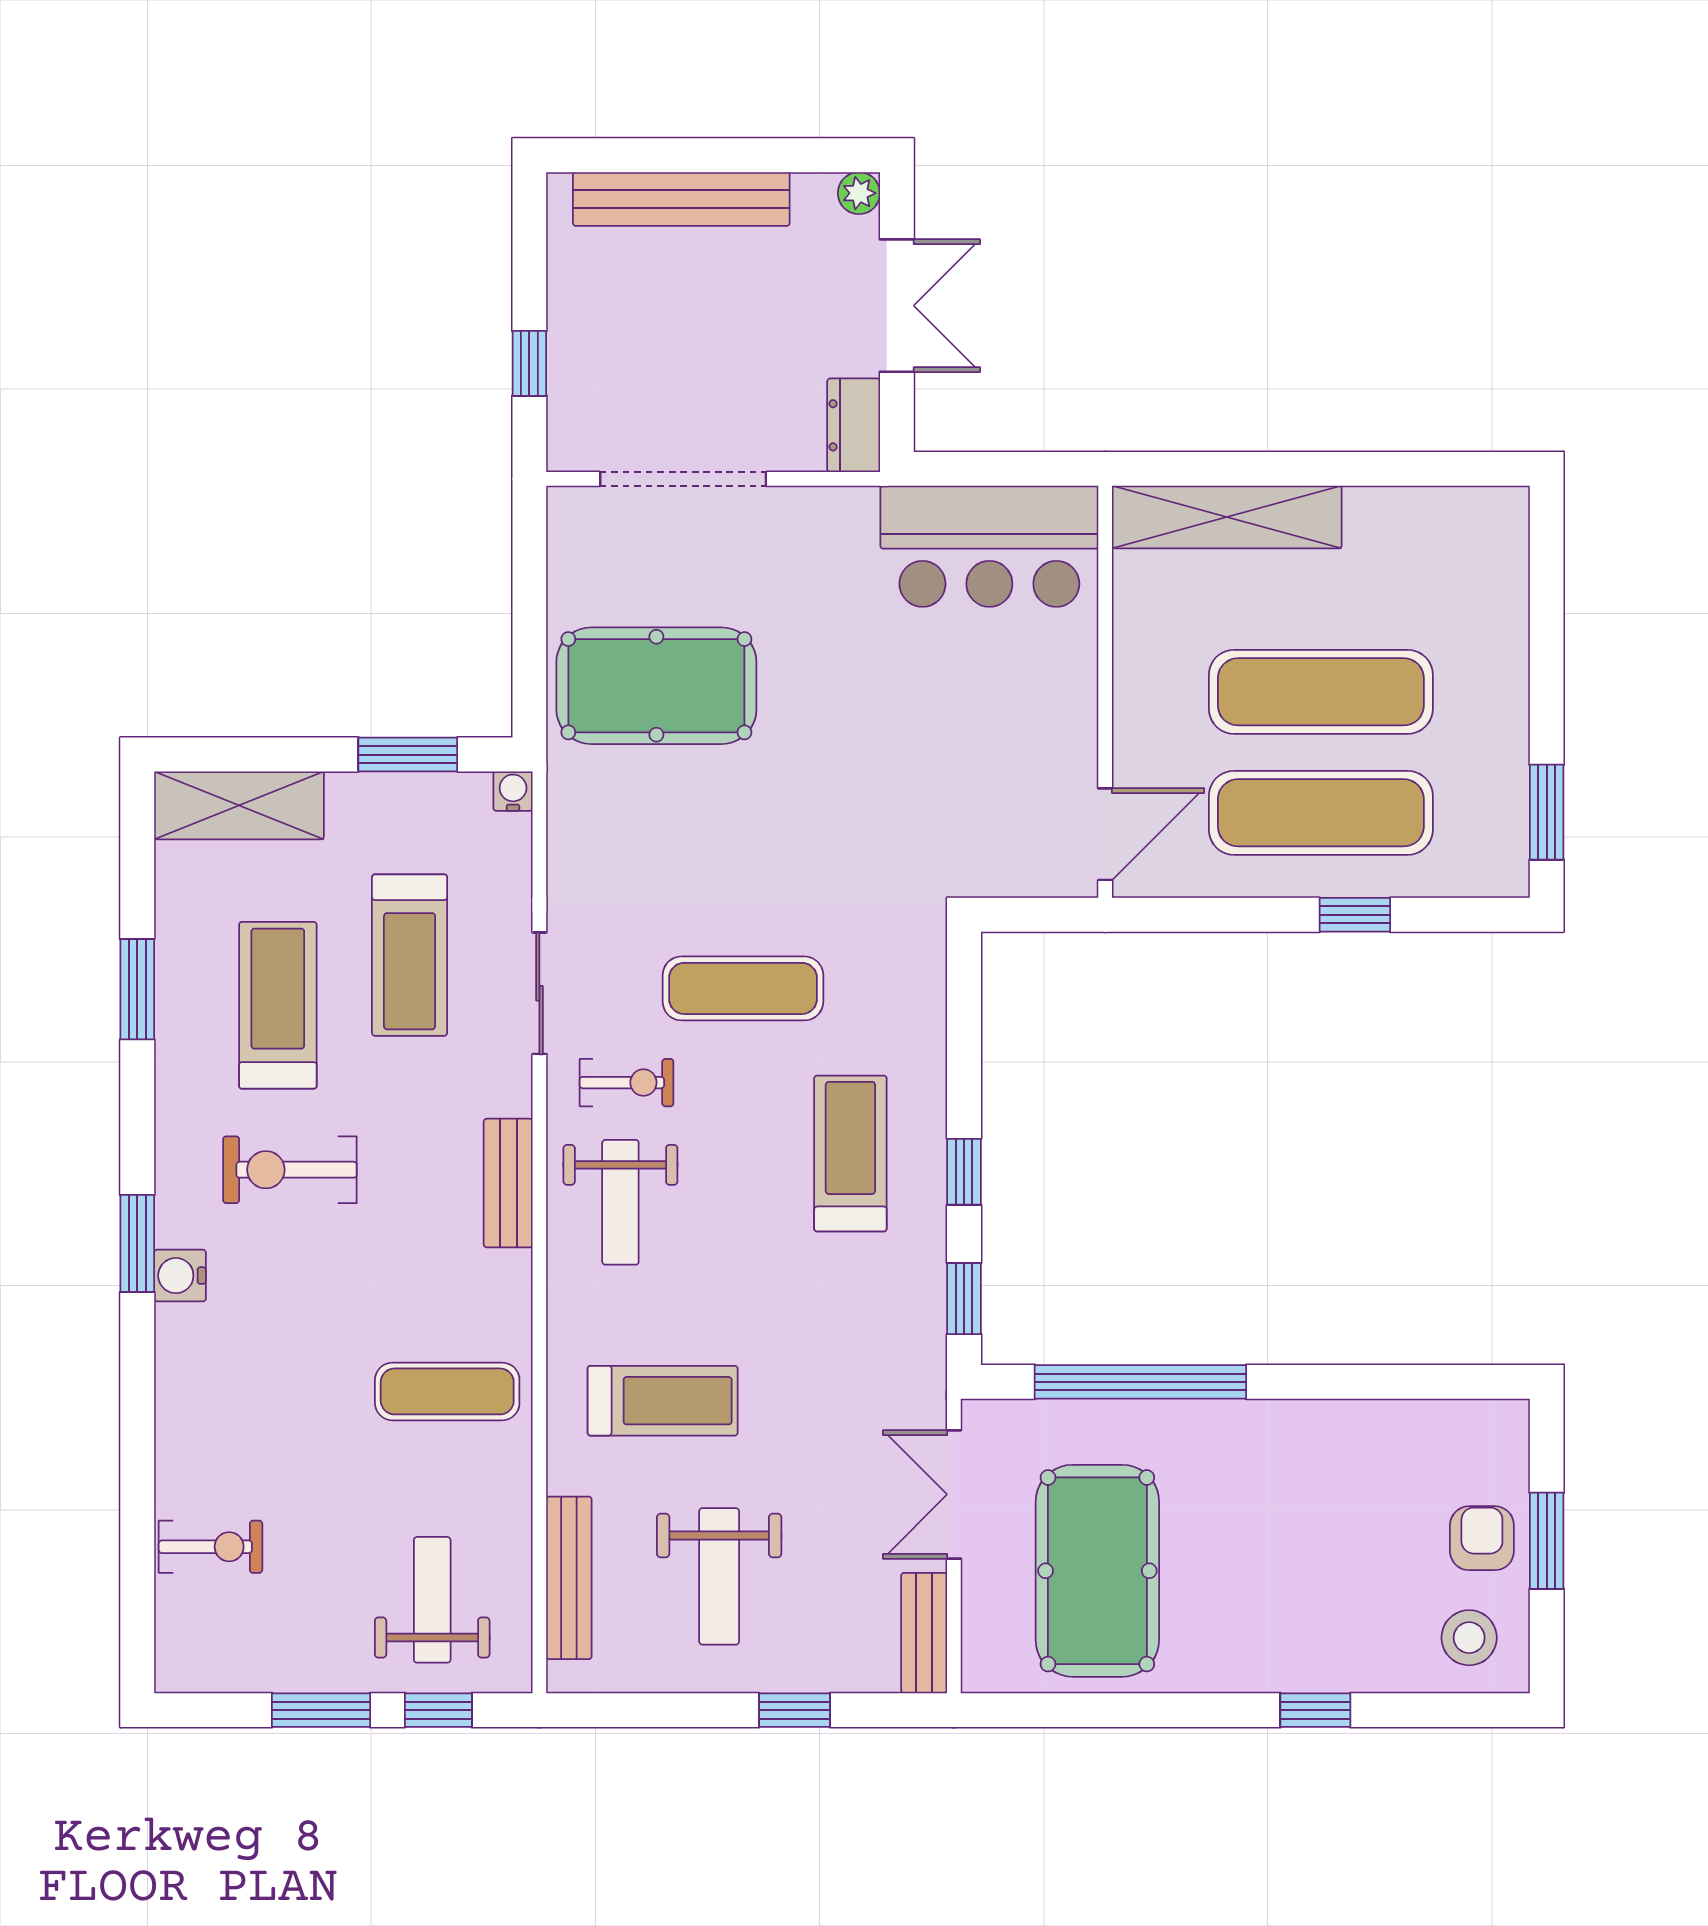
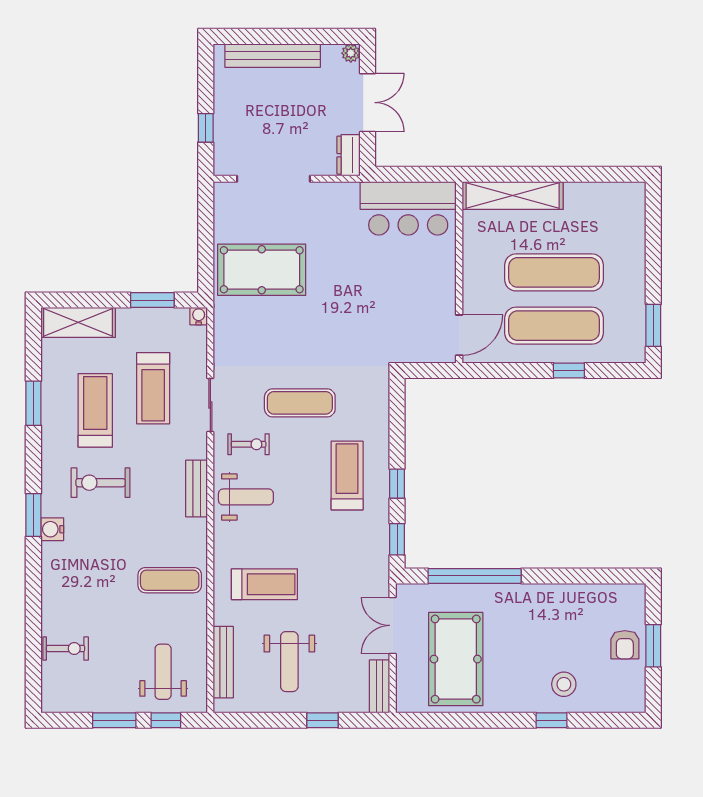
weight bench: (620, 1202) -> (246, 497), turned -90
armchair: (1482, 1538) -> (625, 645), turned 180
stool: (1469, 1638) -> (564, 684), moved

